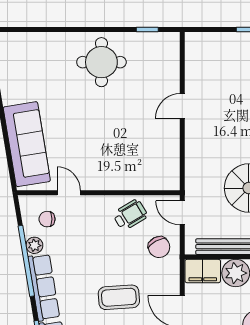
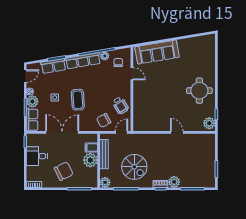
plant: (164, 43) -> (209, 123), added
door: (69, 193) -> (132, 74), hinge flipped
filing cabinet: (203, 271) -> (91, 148), width x0.50

